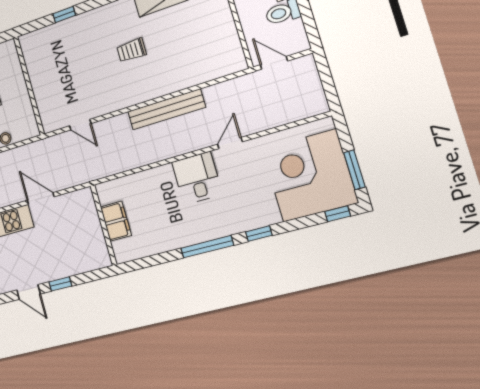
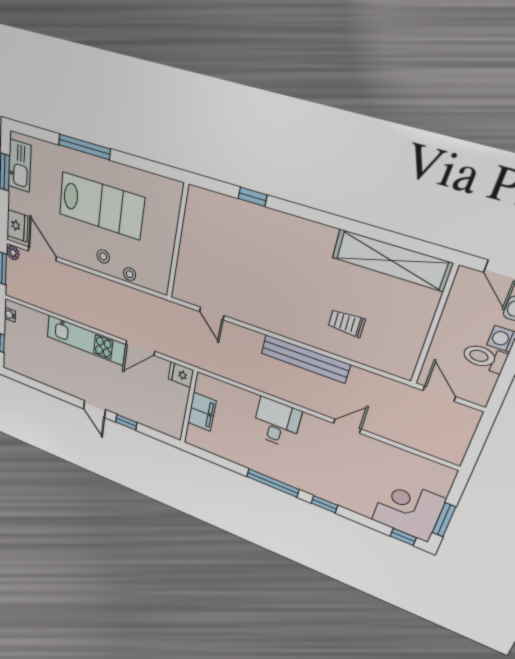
trolley: (131, 50) -> (347, 323), moved
corner desk: (310, 176) -> (408, 509), width x0.74, depth x0.74
desk: (197, 178) -> (277, 423), moved
door: (41, 198) -> (140, 348), swing flipped
fridge: (83, 198) -> (181, 375), added

